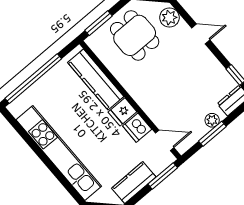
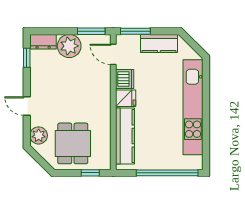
window: (99, 23) -> (90, 173), width x0.67
plant: (212, 120) -> (69, 46), width x1.88, depth x1.88
window: (212, 134) -> (91, 31), moved

